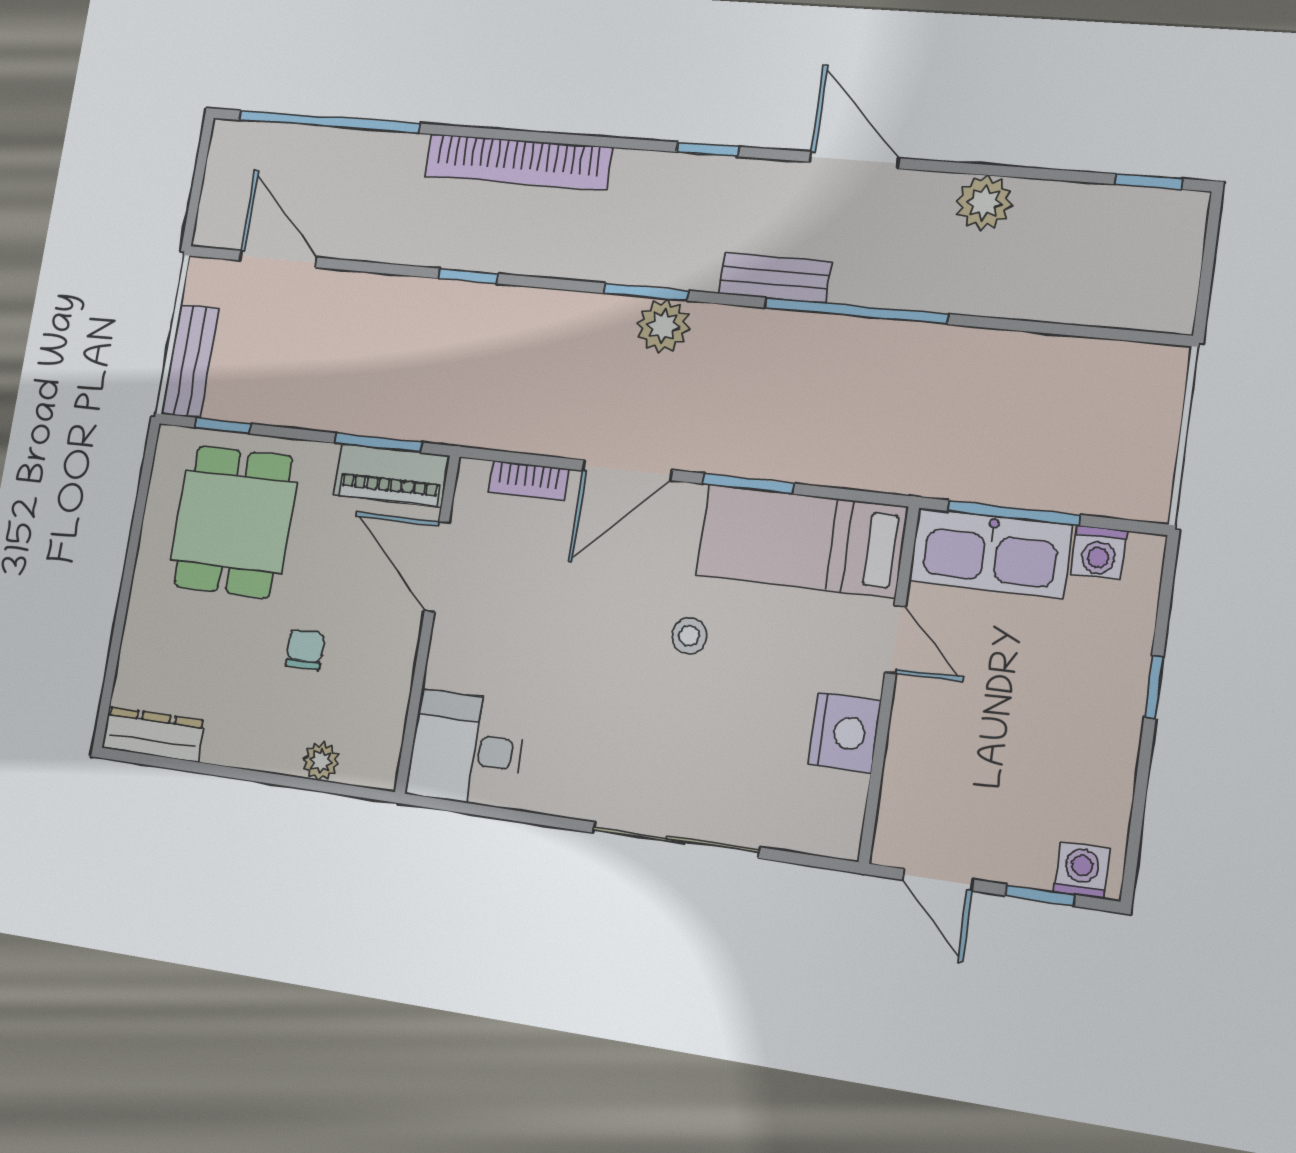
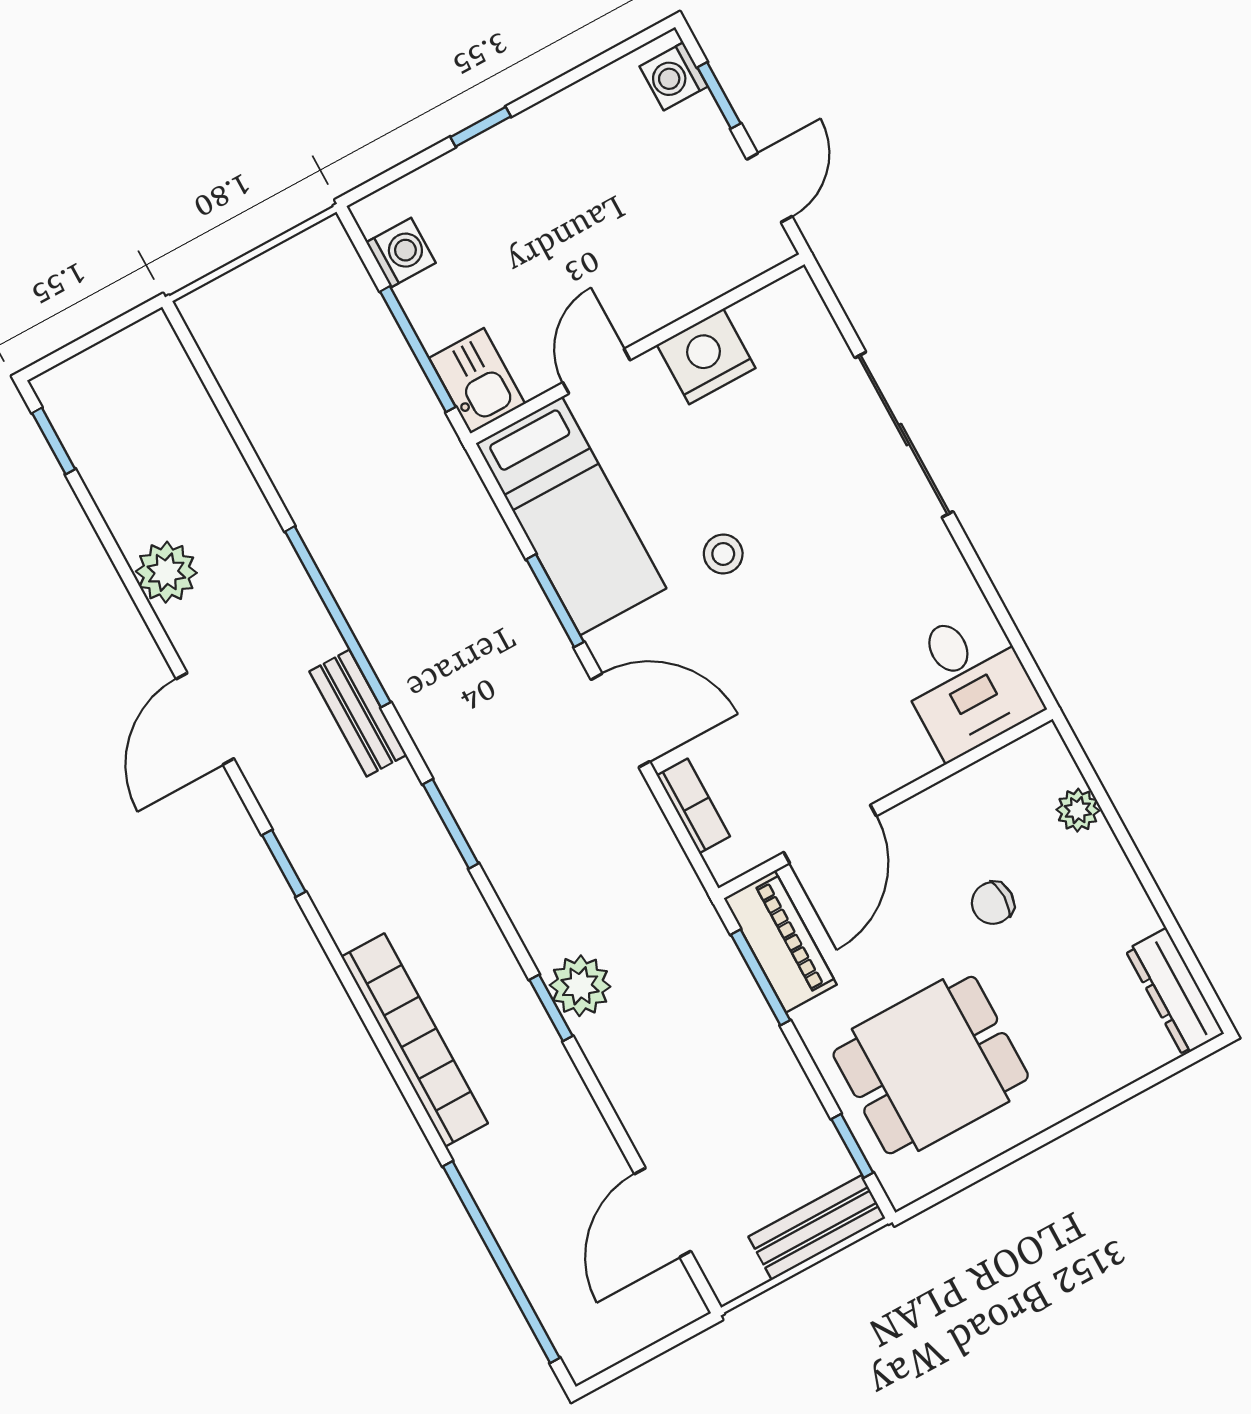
plant: (663, 326) -> (580, 986), moved
kitchen sink: (990, 553) -> (477, 381), width x0.53, depth x0.81

